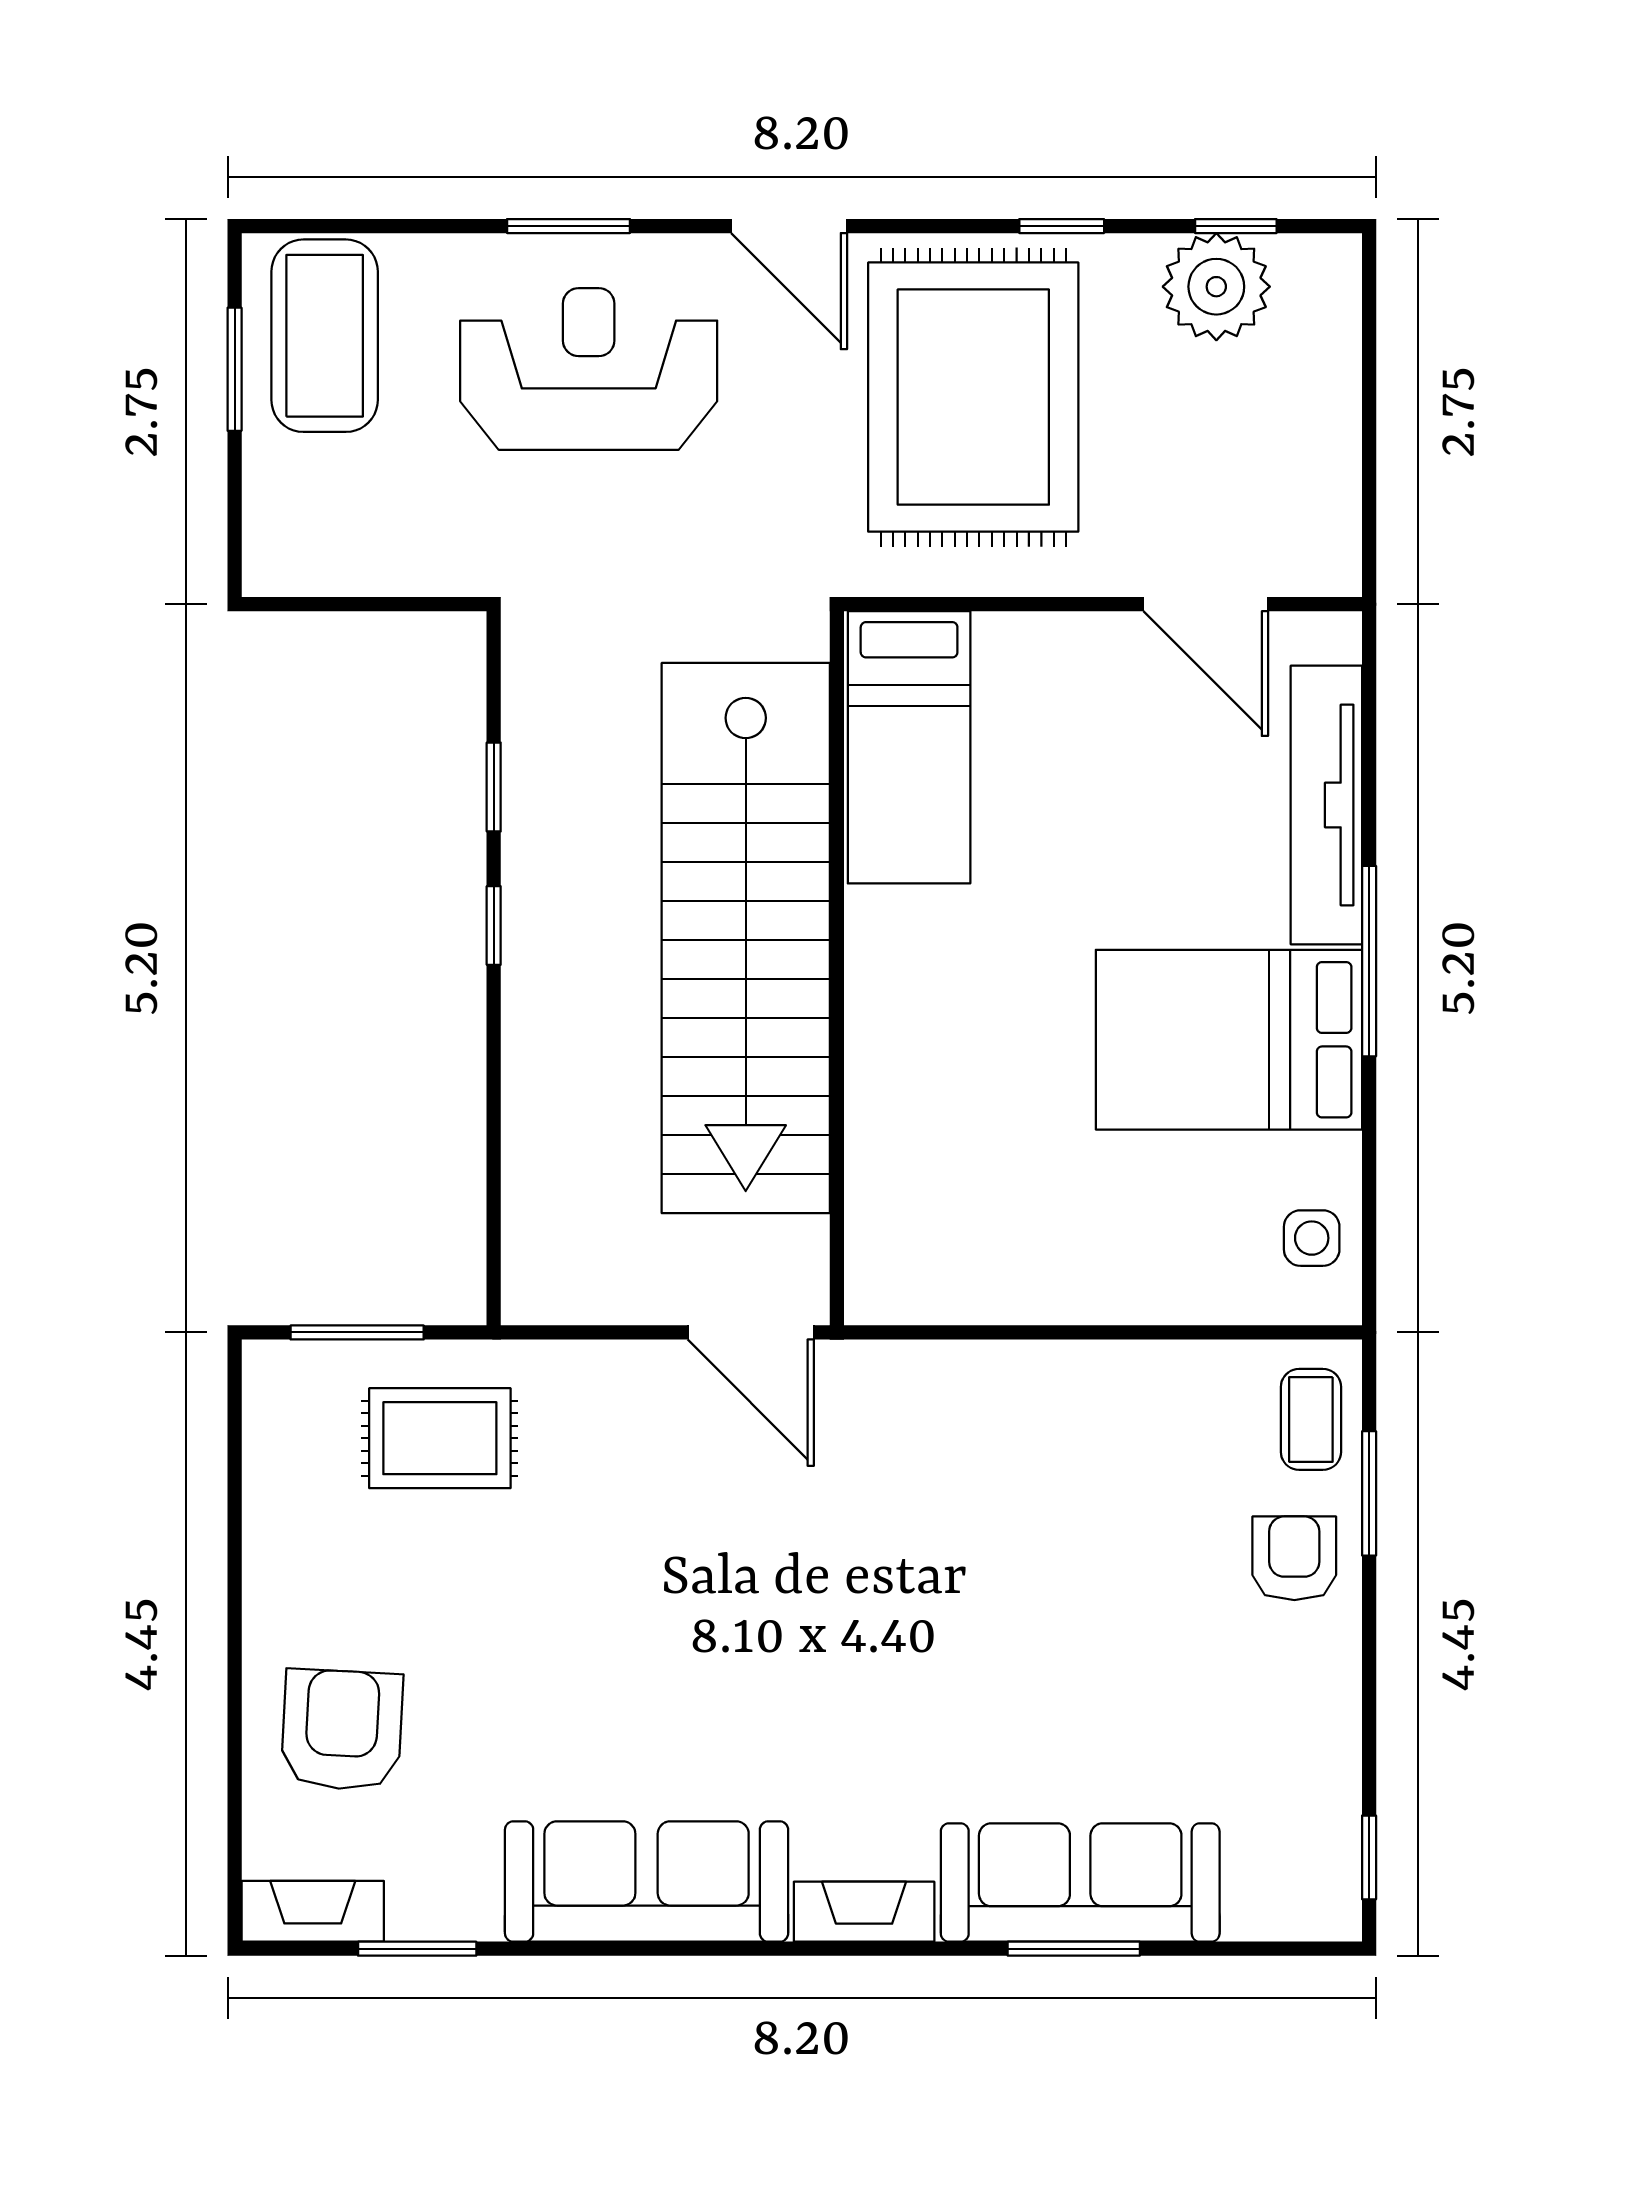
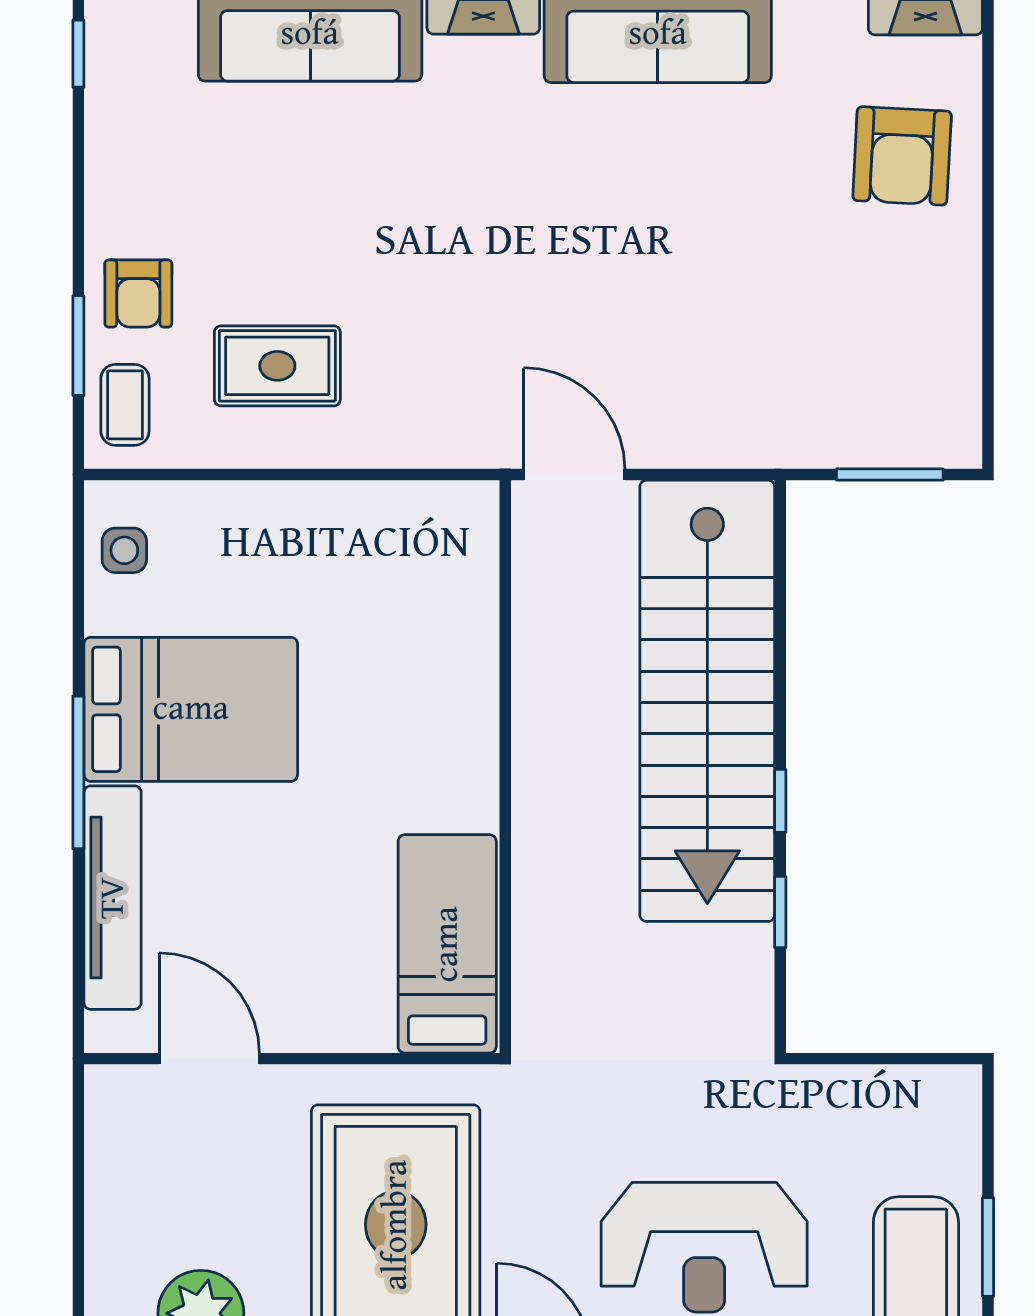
stairs: (746, 938) -> (707, 701), moved, turned 180
rug: (440, 1438) -> (277, 366), moved

